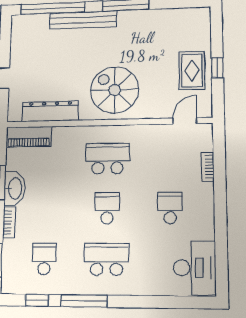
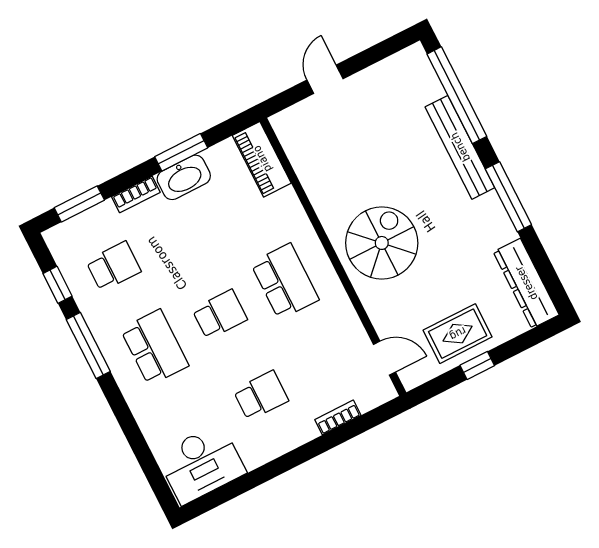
dresser: (50, 111) -> (526, 283), moved, turned 180

